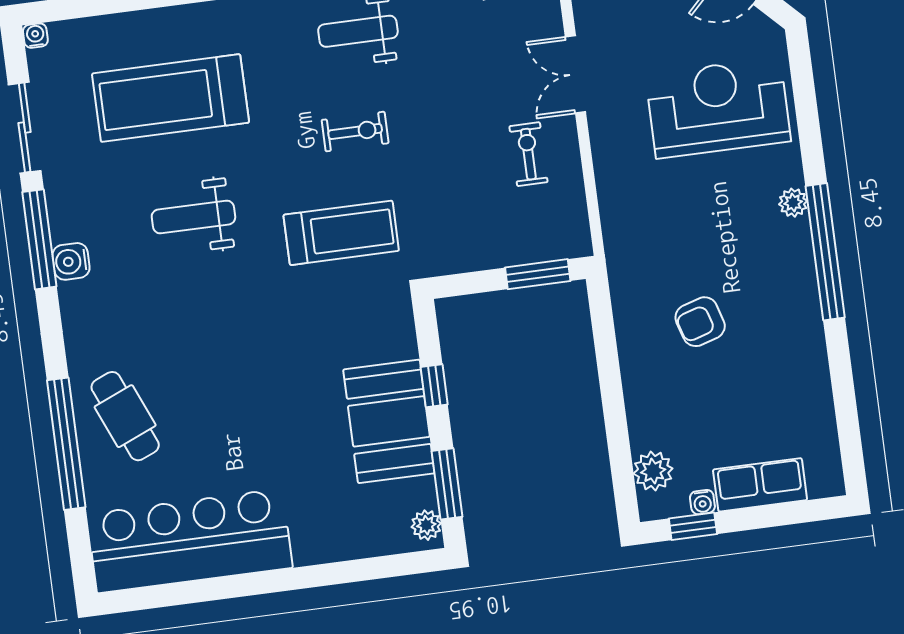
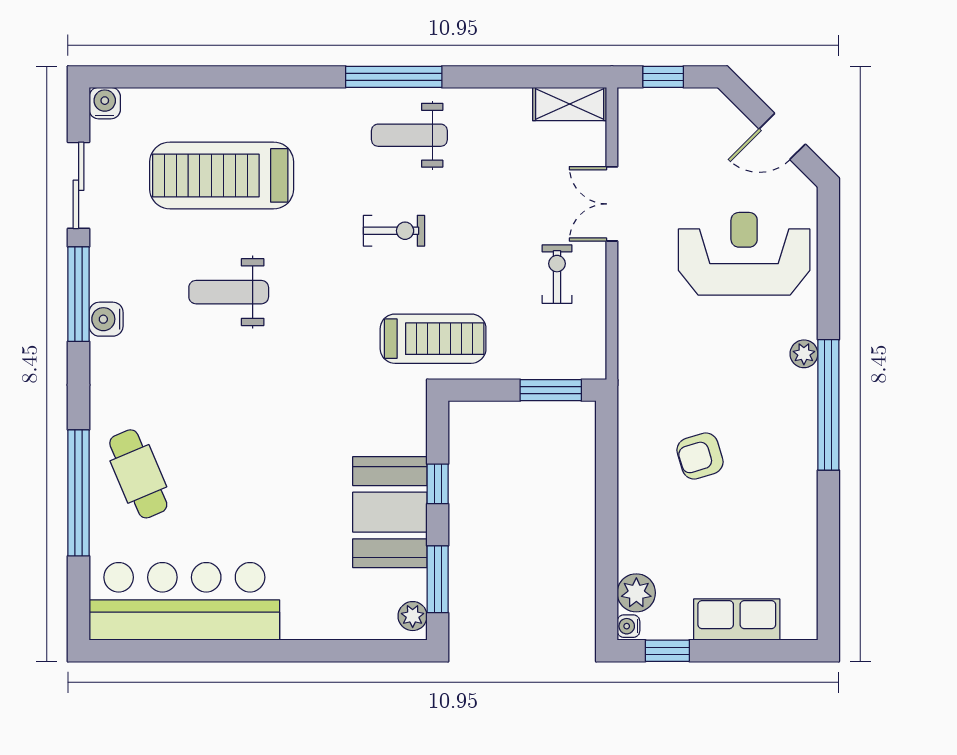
water cooler: (35, 36) -> (105, 103), width x1.38, depth x1.38
treadmill: (341, 233) -> (433, 339), moved
water cooler: (702, 502) -> (628, 626), moved, turned 90

